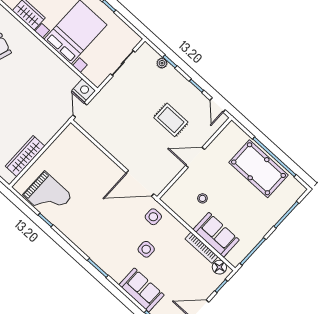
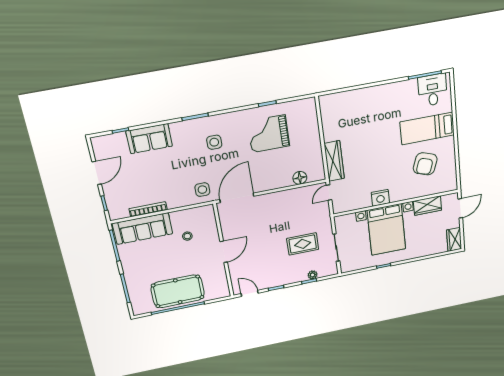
nightstand: (84, 91) -> (380, 198), moved
door: (80, 110) -> (329, 193), swing flipped
rug: (171, 120) -> (303, 244), moved
wardrobe: (25, 156) -> (334, 161), moved
grand piano: (47, 195) -> (269, 134), moved
sofa: (216, 235) -> (143, 229), width x1.36
side table: (146, 249) -> (214, 142), moved
floor lamp: (219, 267) -> (300, 178), moved

